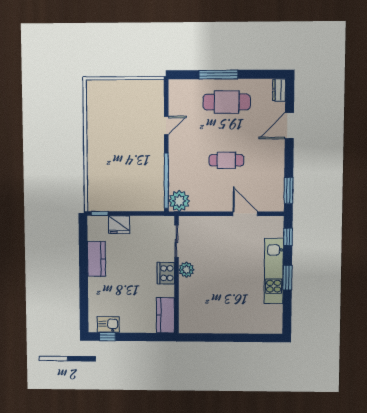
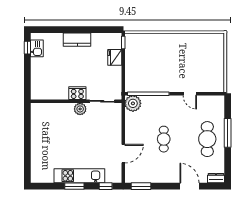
kitchen counter: (96, 259) -> (77, 40), moved
kitchen counter: (165, 315) -> (45, 93), removed

